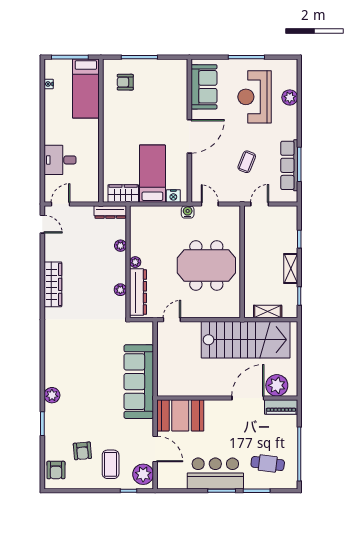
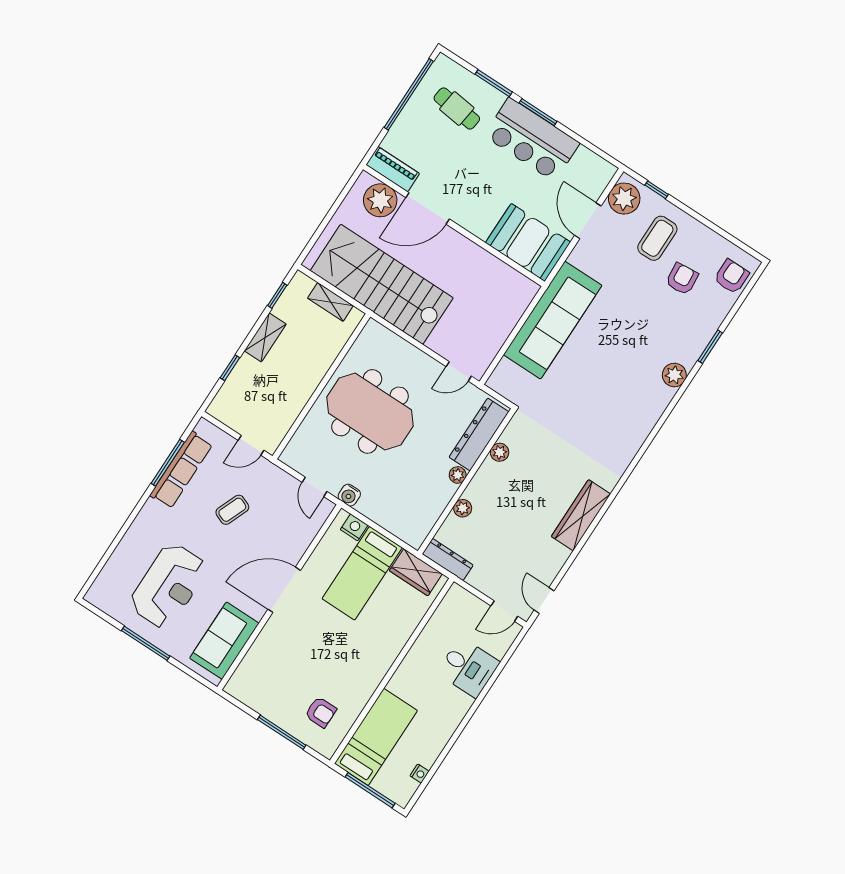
plant: (290, 97) -> (124, 556), removed

